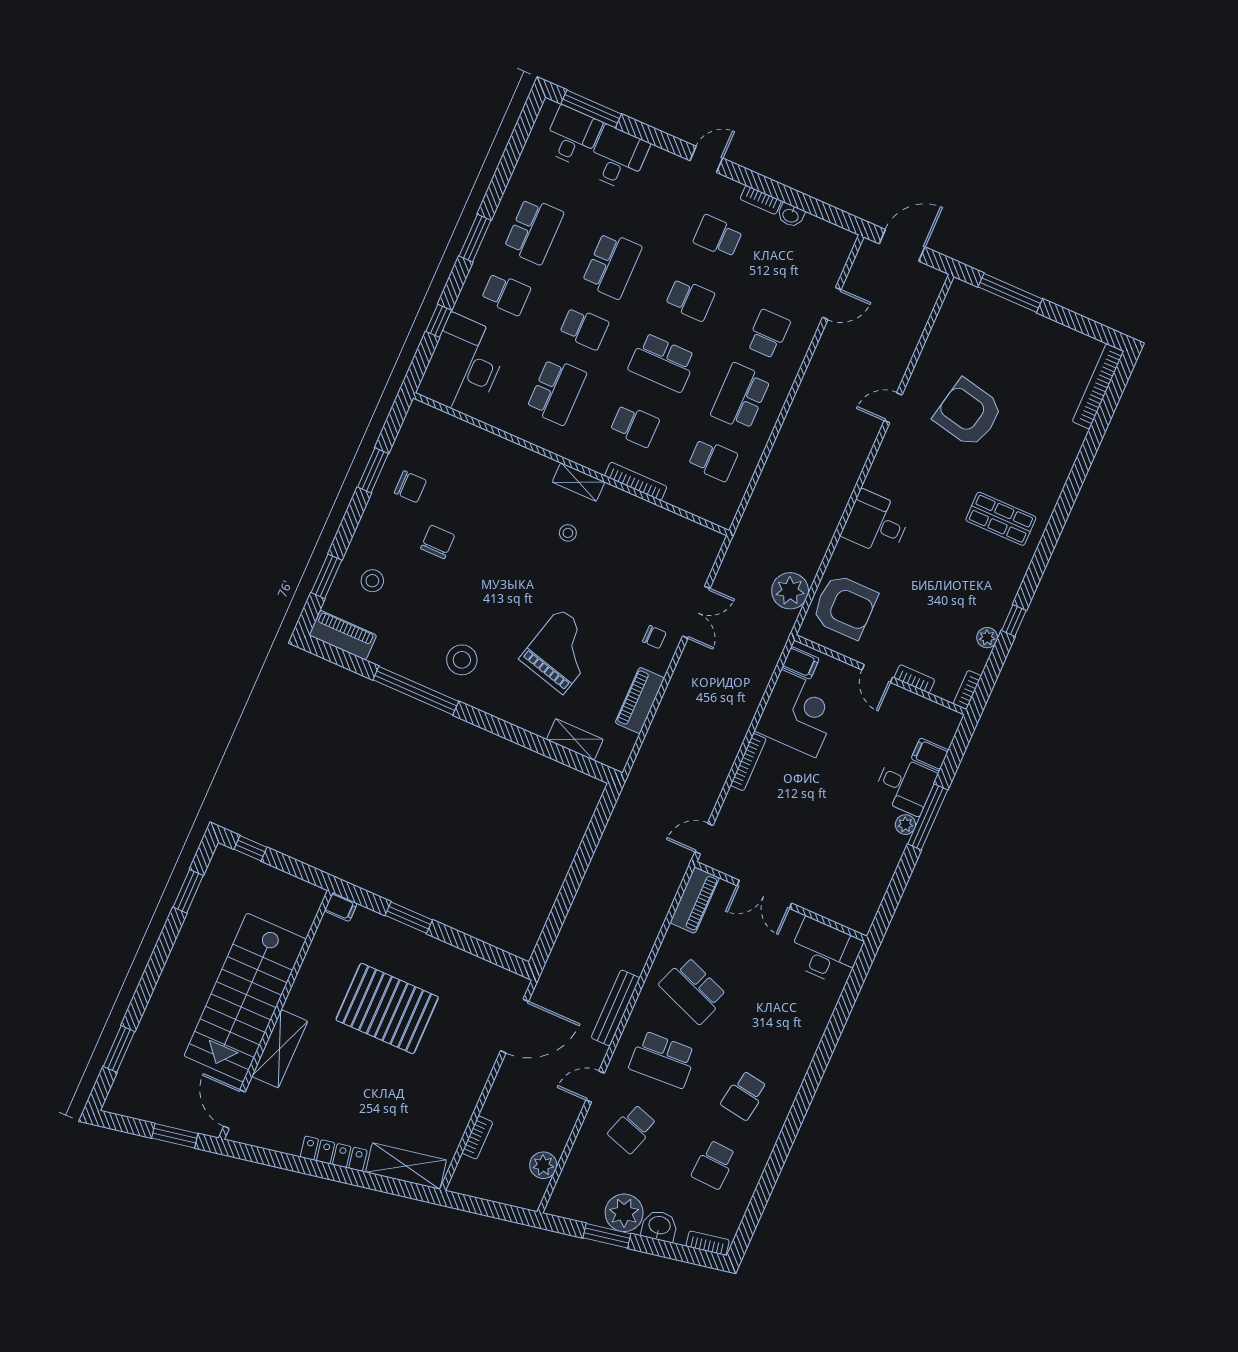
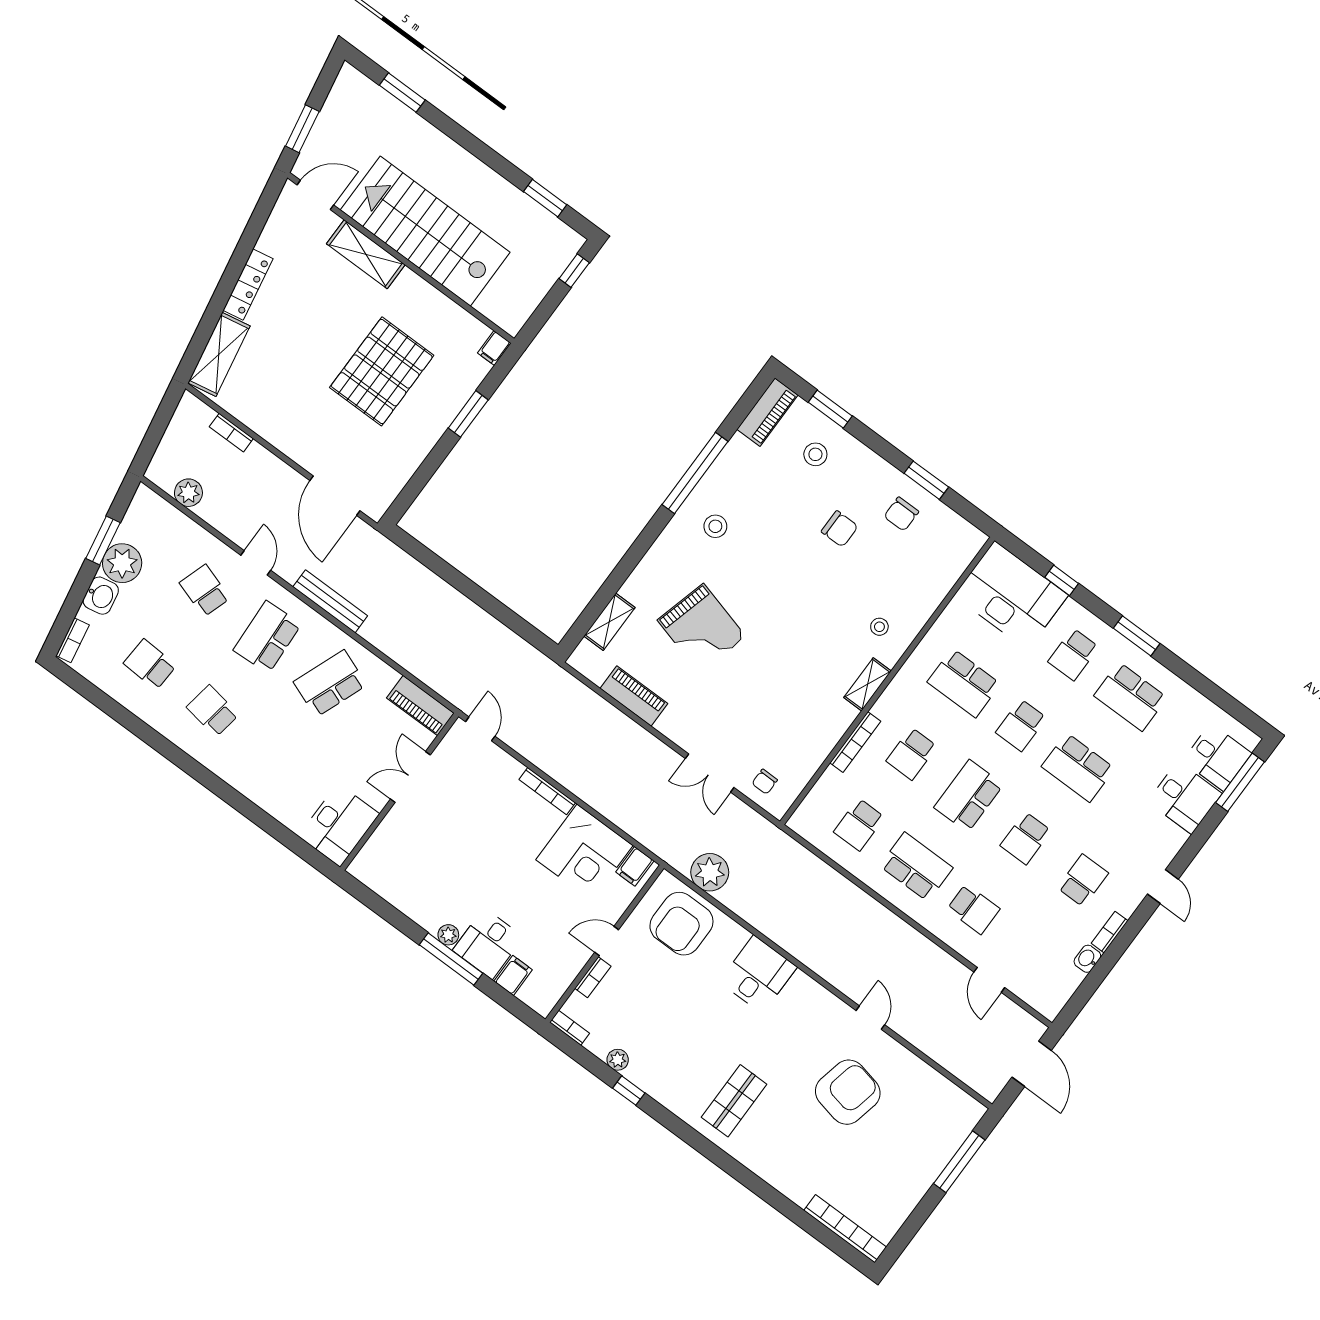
stool: (568, 533) -> (879, 627), moved
chair: (654, 637) -> (765, 782), moved
stool: (462, 660) -> (715, 526), width x0.73, depth x0.73

